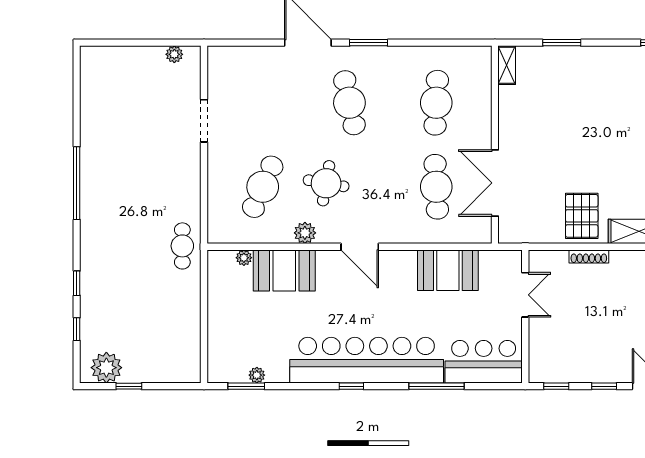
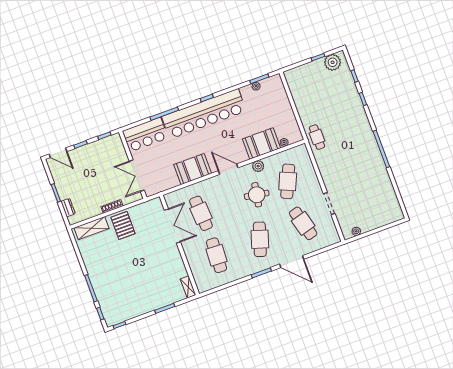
cafe table: (263, 103) -> (303, 223), added
cafe table: (349, 103) -> (260, 239), turned 30
booth: (448, 270) -> (193, 169), moved
double door: (525, 295) -> (137, 176), width x1.37

